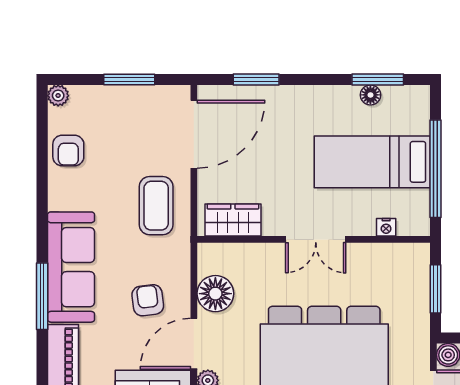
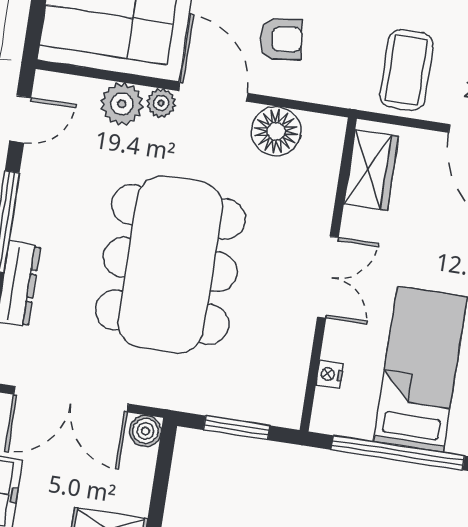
coffee table: (156, 206) -> (406, 70), turned 90
double door: (316, 239) -> (328, 277), swing flipped

